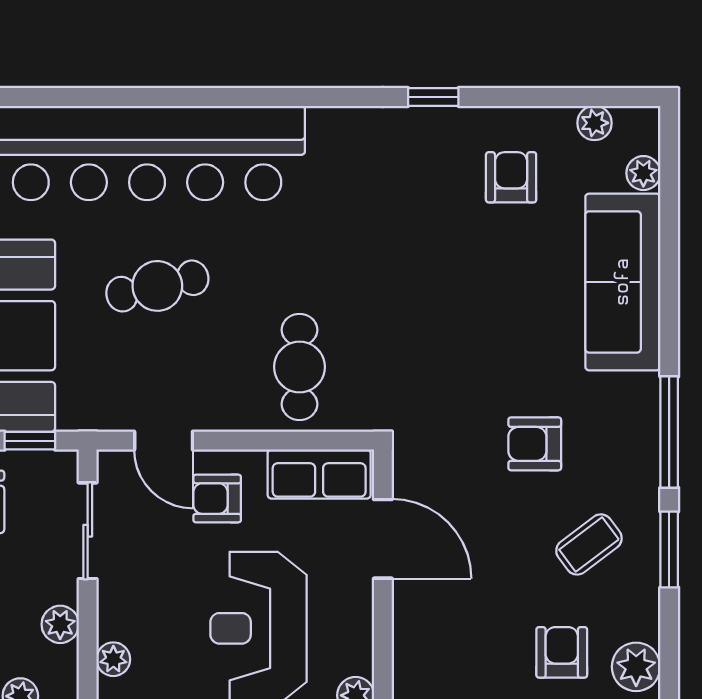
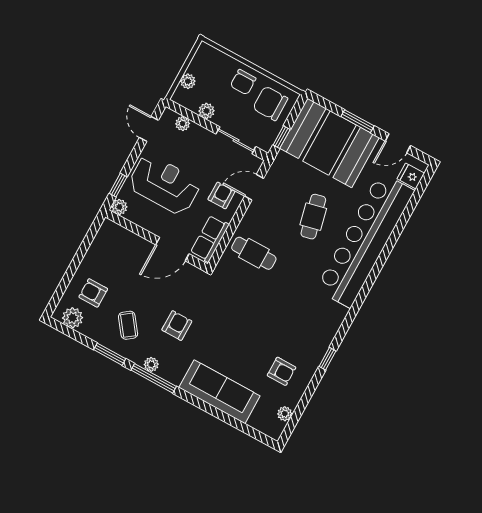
plant: (643, 173) -> (151, 364), moved
armchair: (562, 652) -> (93, 293), turned 180

